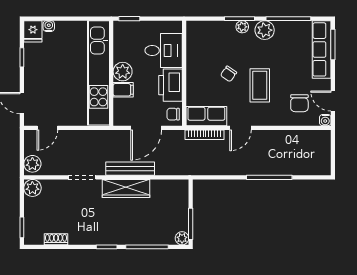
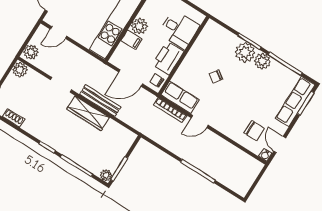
plant: (242, 27) -> (245, 52), width x1.88, depth x1.88
coffee table: (260, 85) -> (233, 99), removed
chair: (299, 103) -> (254, 131), turned -90

